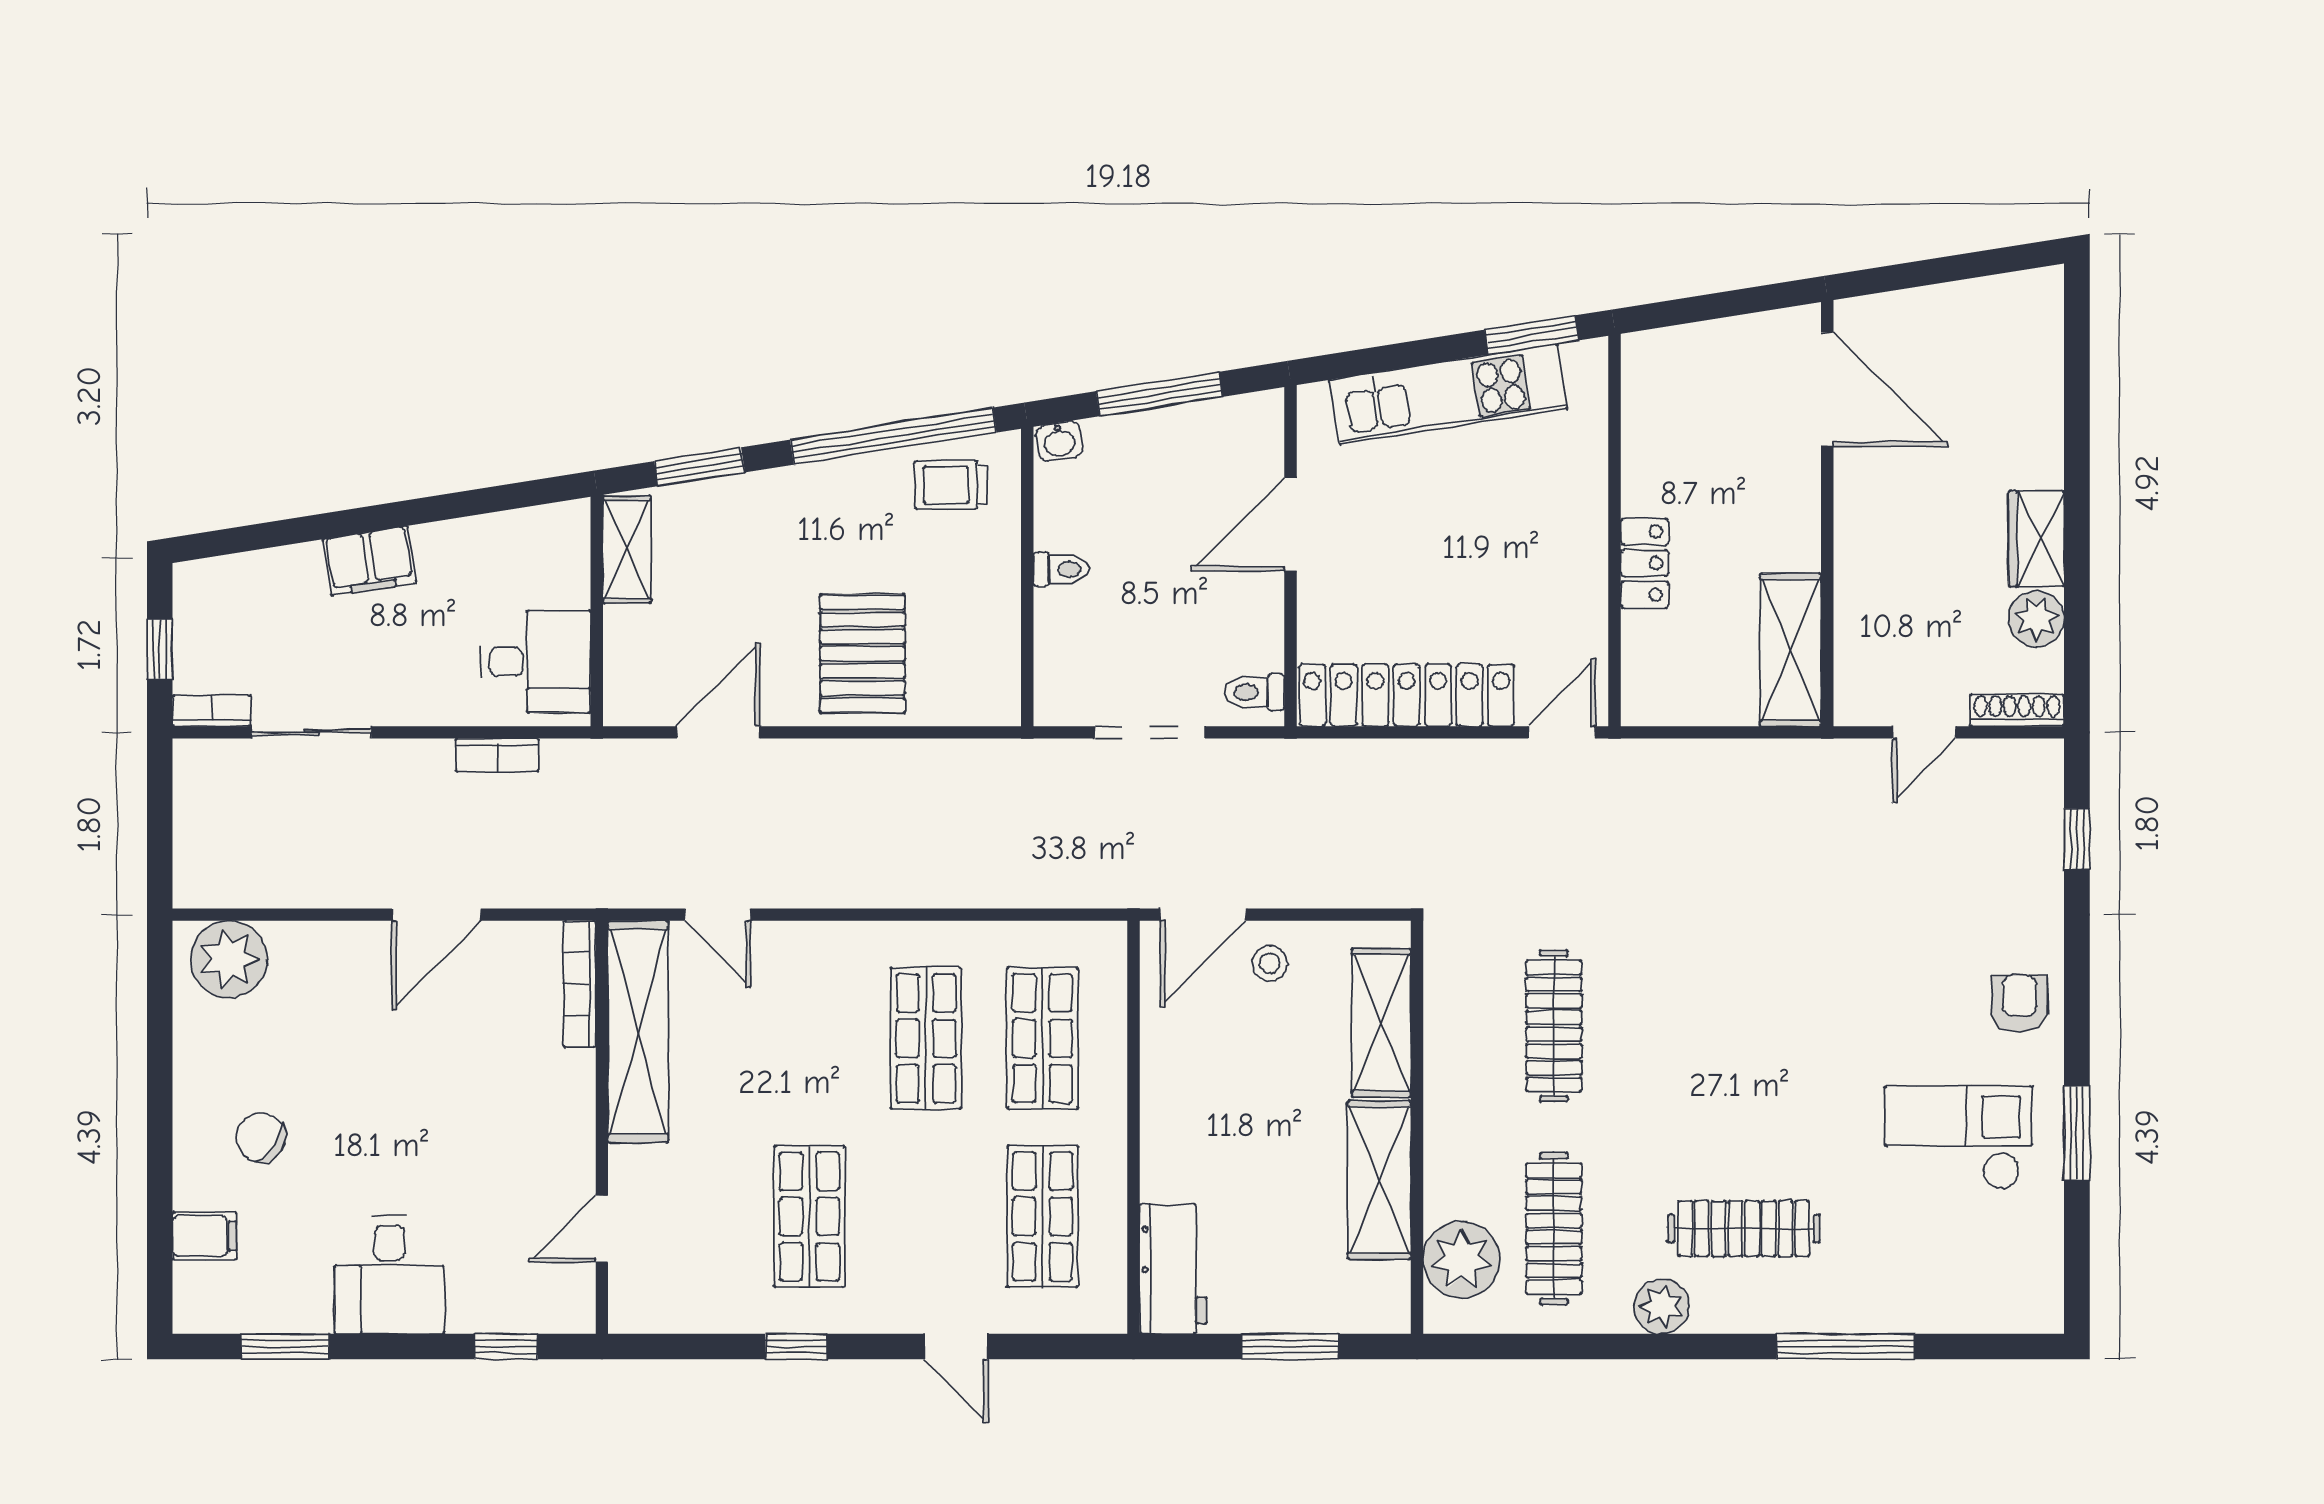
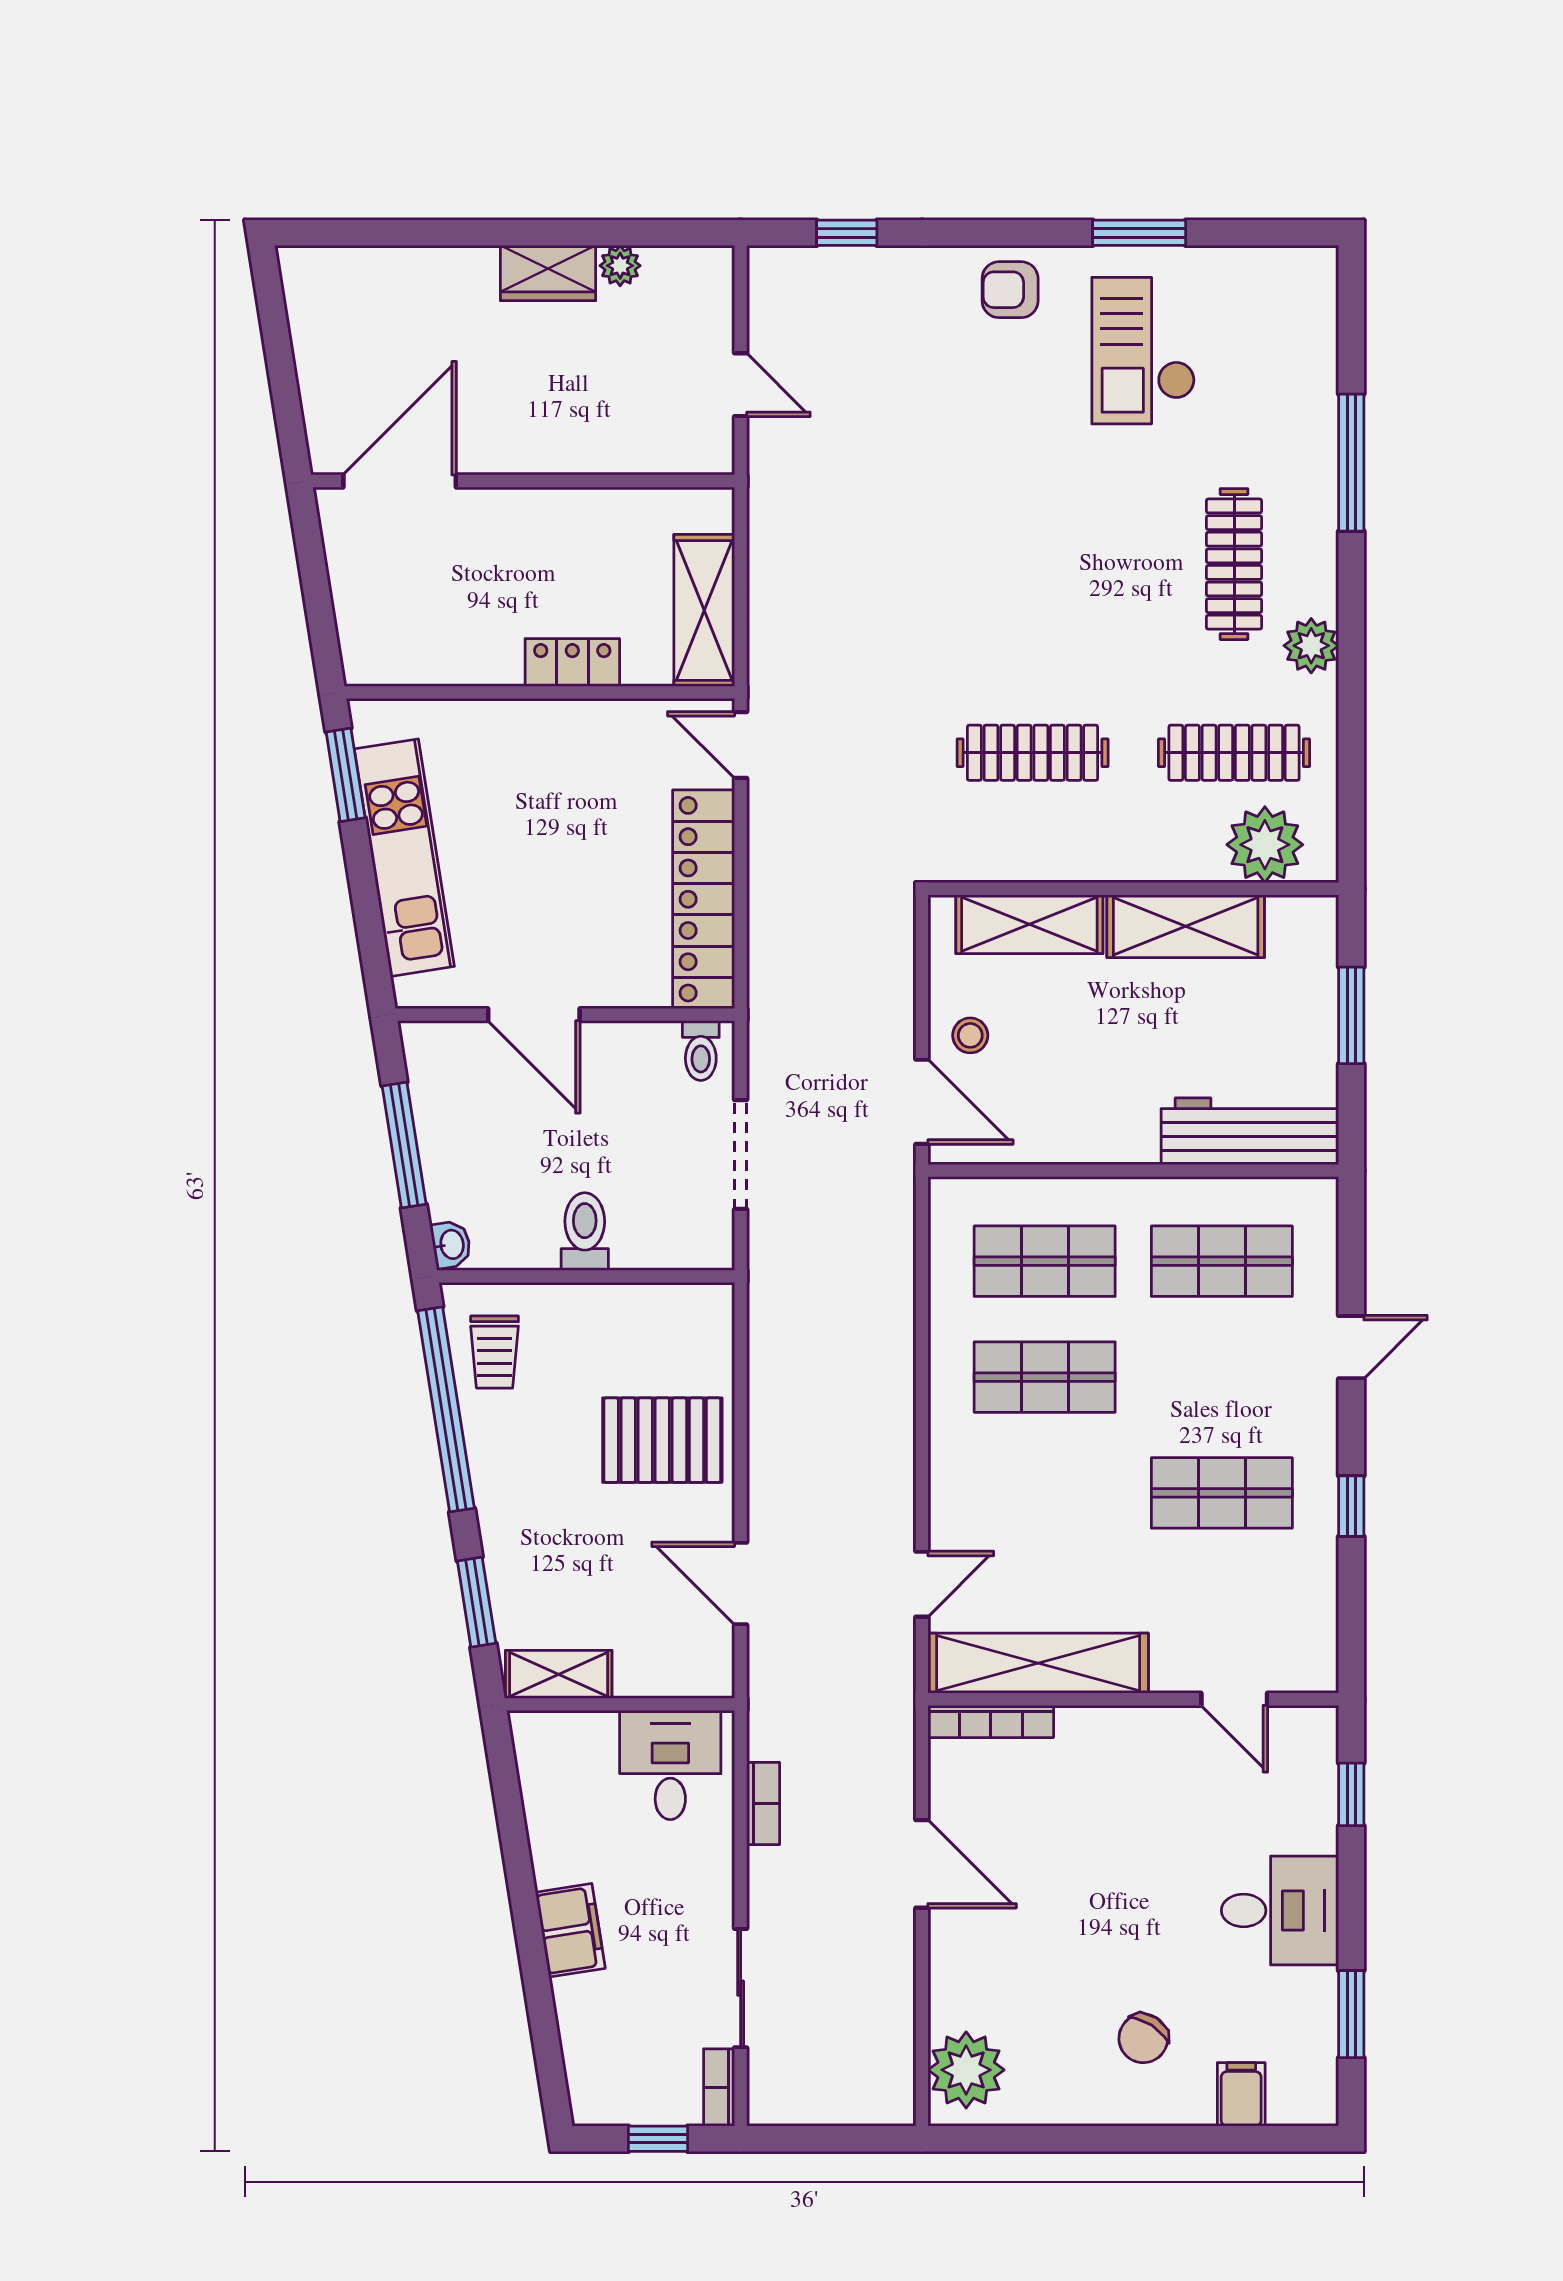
toilet: (1061, 569) -> (585, 1232), width x1.37, depth x1.39
plant: (2036, 619) -> (620, 266), width x0.73, depth x0.73
shelving: (1791, 650) -> (704, 610), moved, turned 90
shoe rack: (2017, 710) -> (719, 292), removed
workbench: (1173, 1269) -> (1250, 1131), width x1.37

